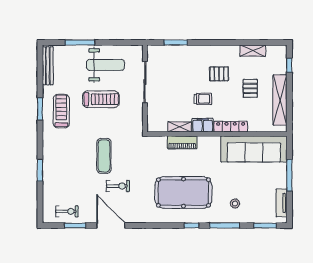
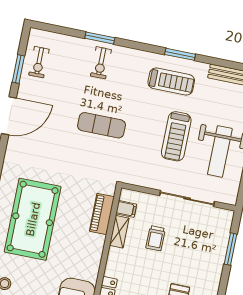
trolley: (203, 99) -> (156, 238), moved
filing cabinet: (203, 125) -> (126, 209), moved, width x0.50
piano: (182, 142) -> (102, 214), moved
exercise bike: (118, 186) -> (101, 63), moved

